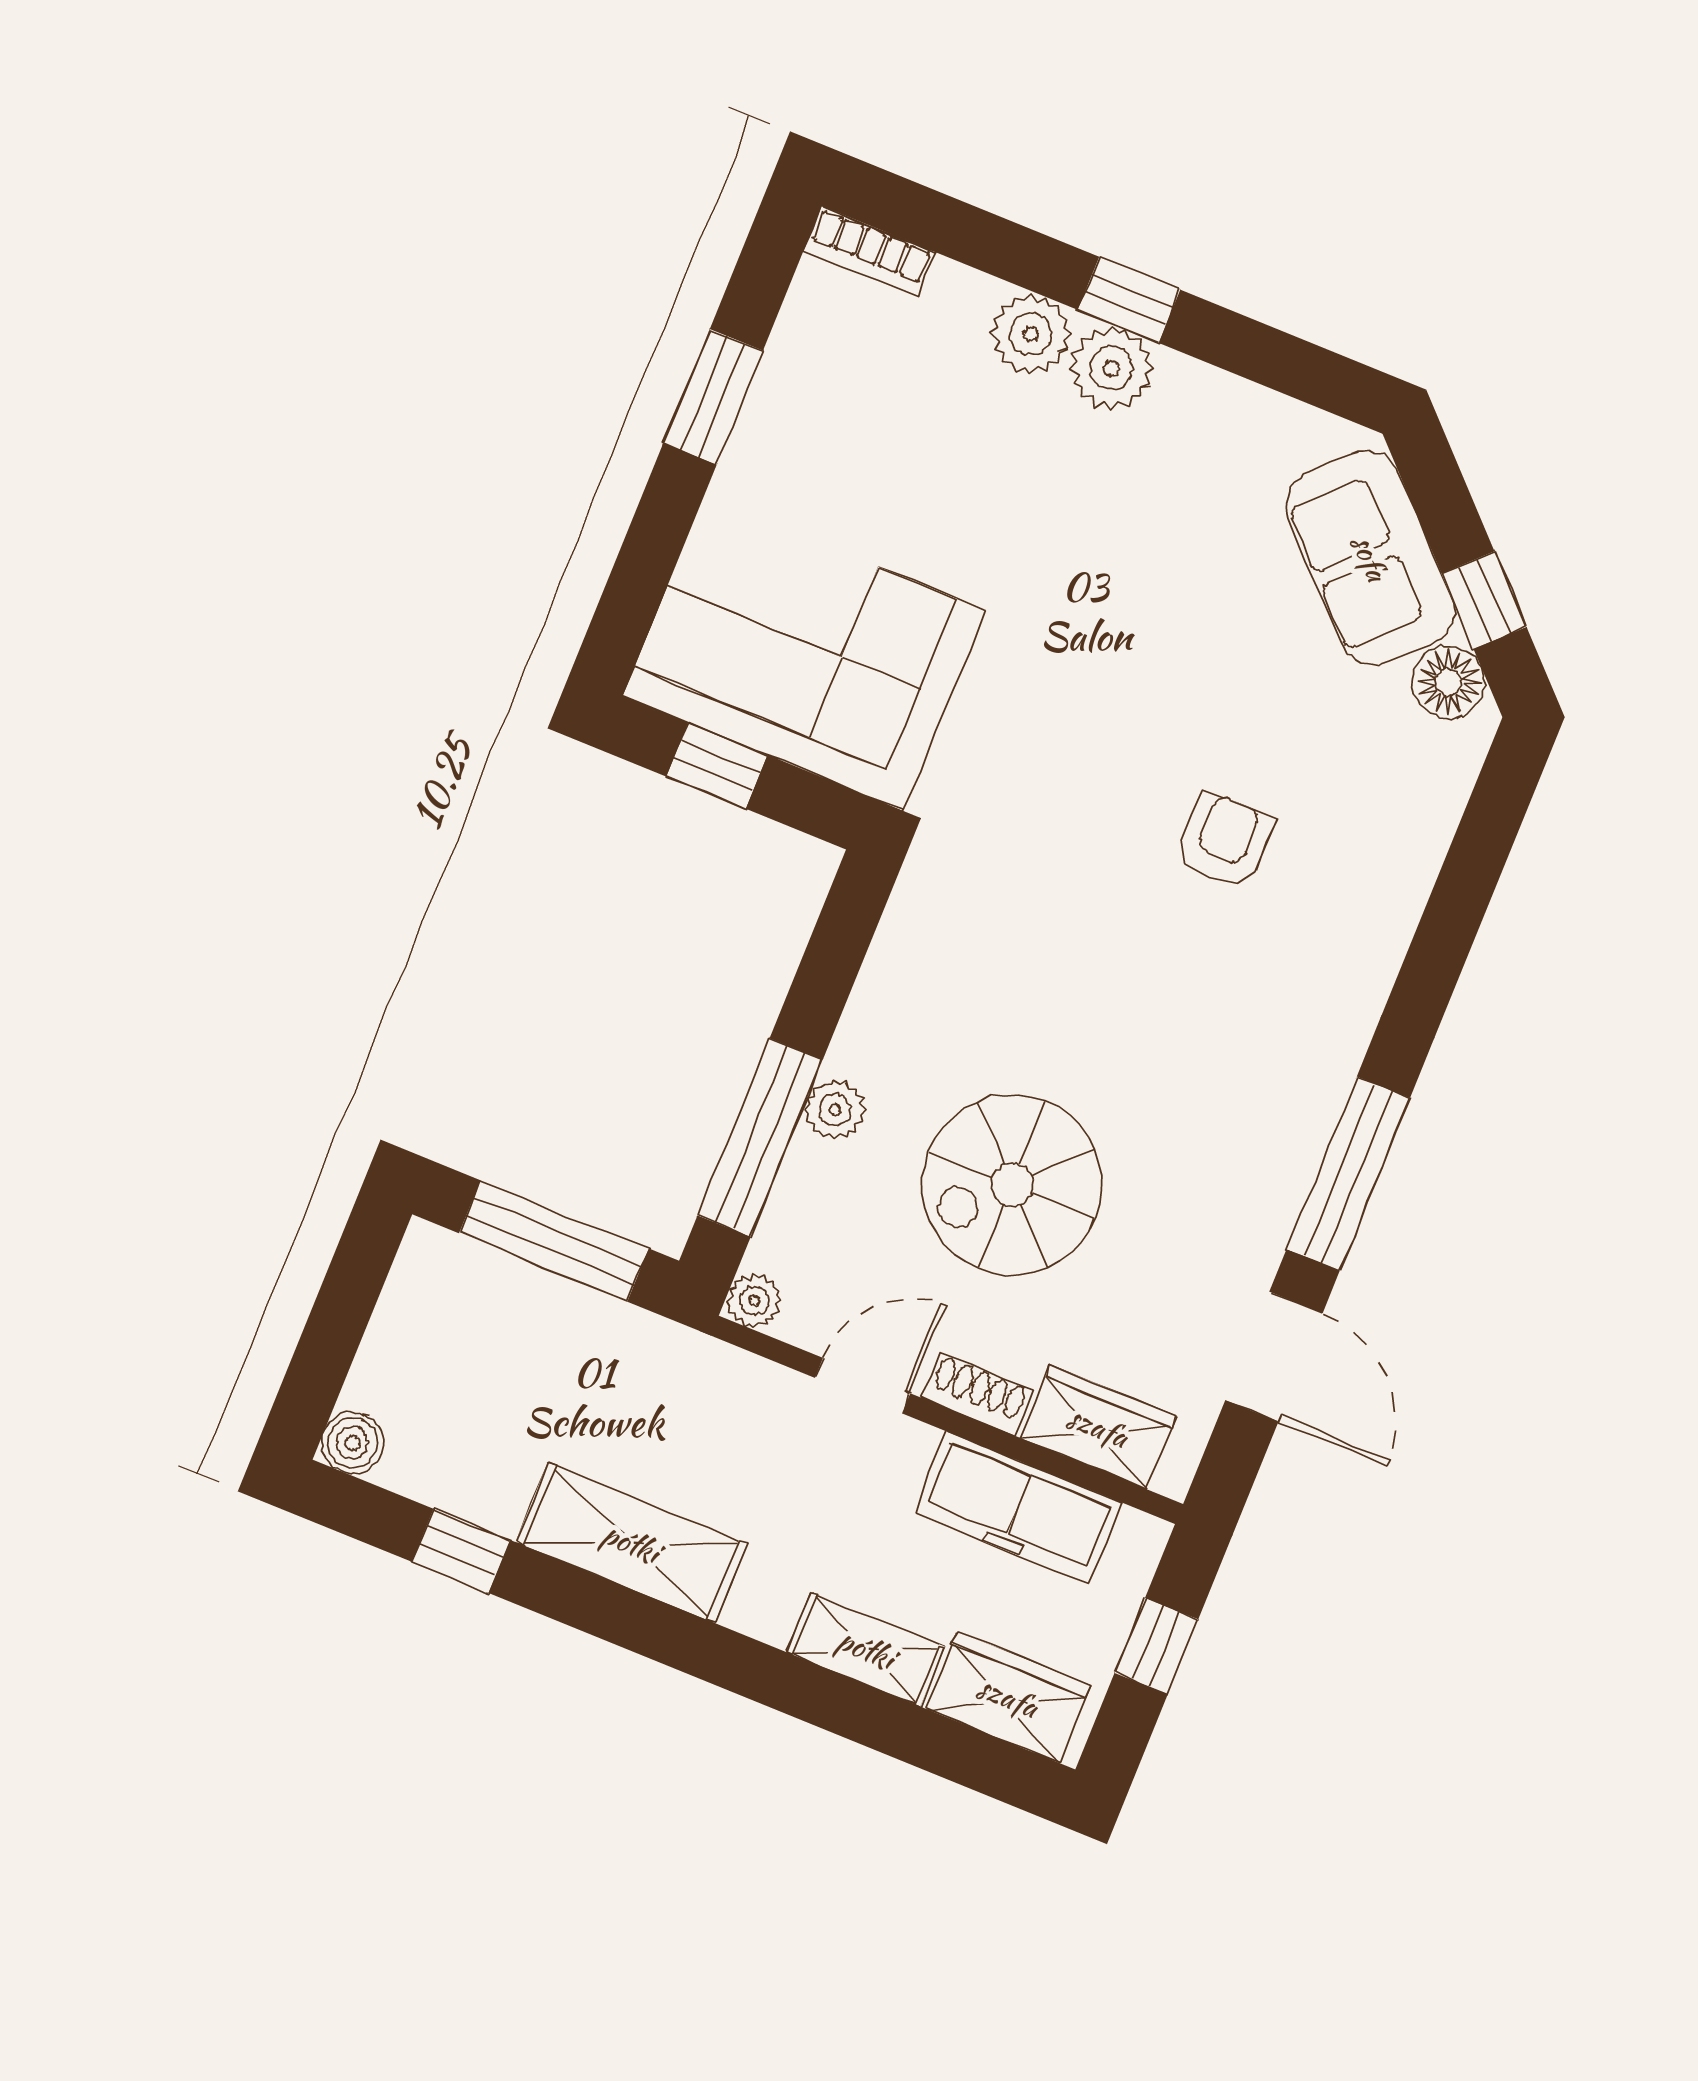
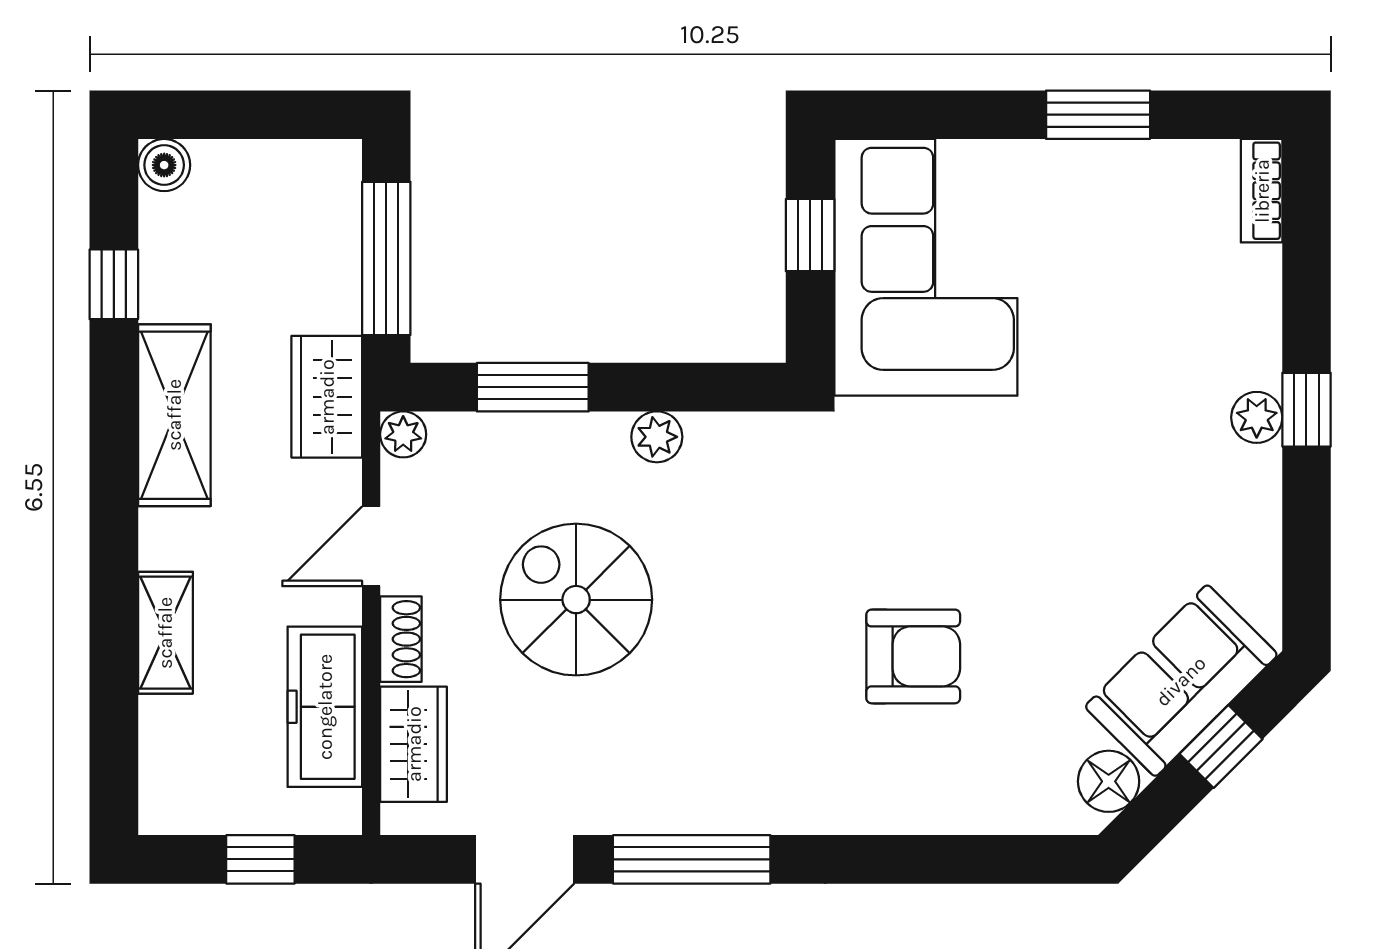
plant: (1031, 334) -> (1248, 344), removed
plant: (1111, 368) -> (1257, 417), width x0.73, depth x0.73
window: (1484, 600) -> (1221, 746), moved
armchair: (1224, 841) -> (913, 656), width x1.38, depth x1.38
plant: (835, 1110) -> (657, 437), moved
window: (760, 1138) -> (533, 387), width x0.69
door: (863, 1386) -> (371, 546), swing flipped
wardrobe: (1008, 1697) -> (327, 397), moved, turned 180

